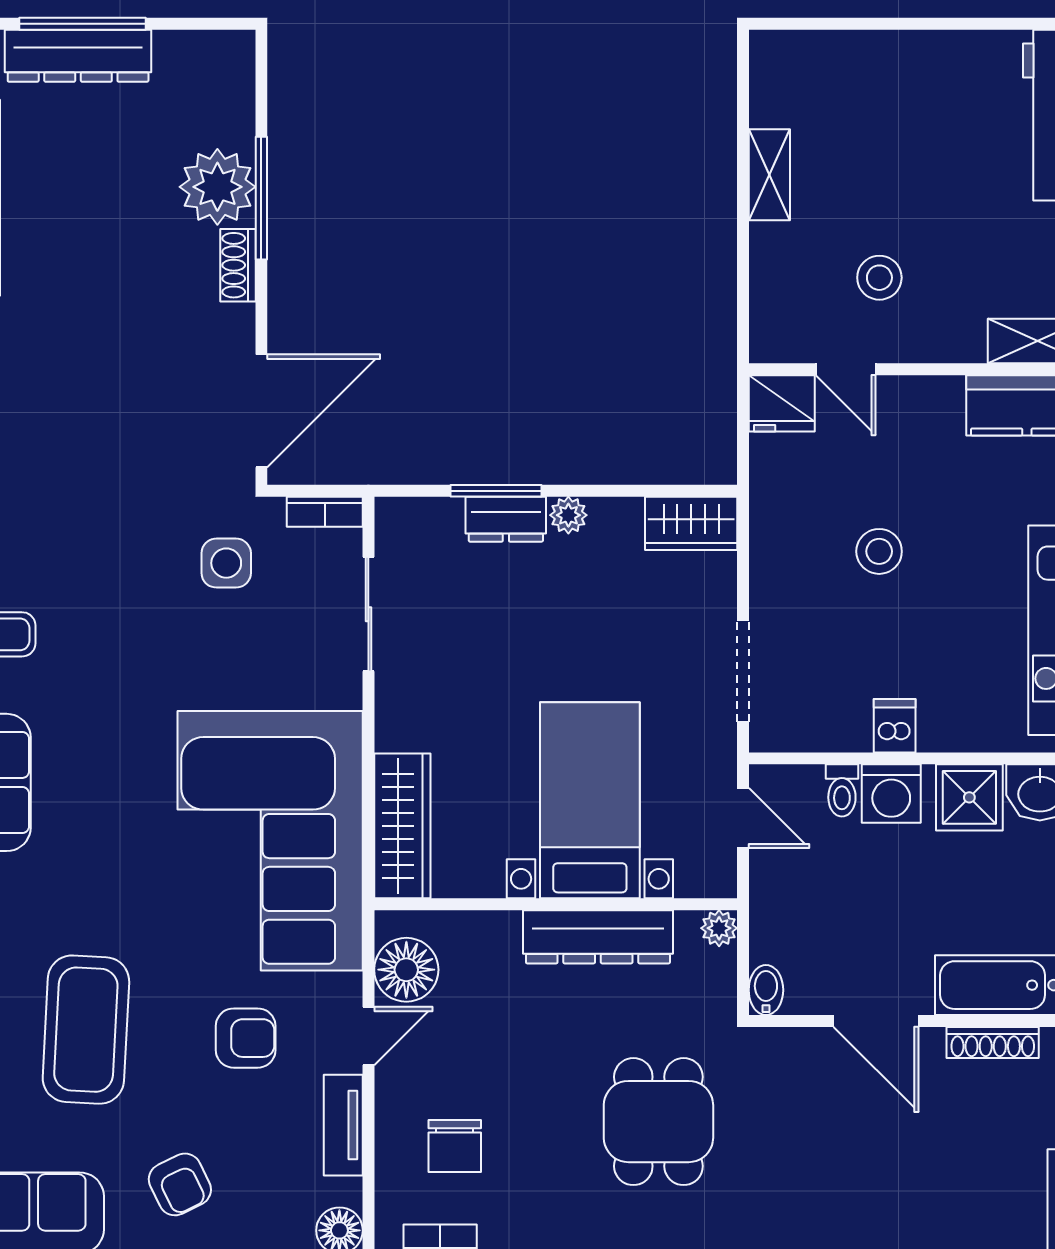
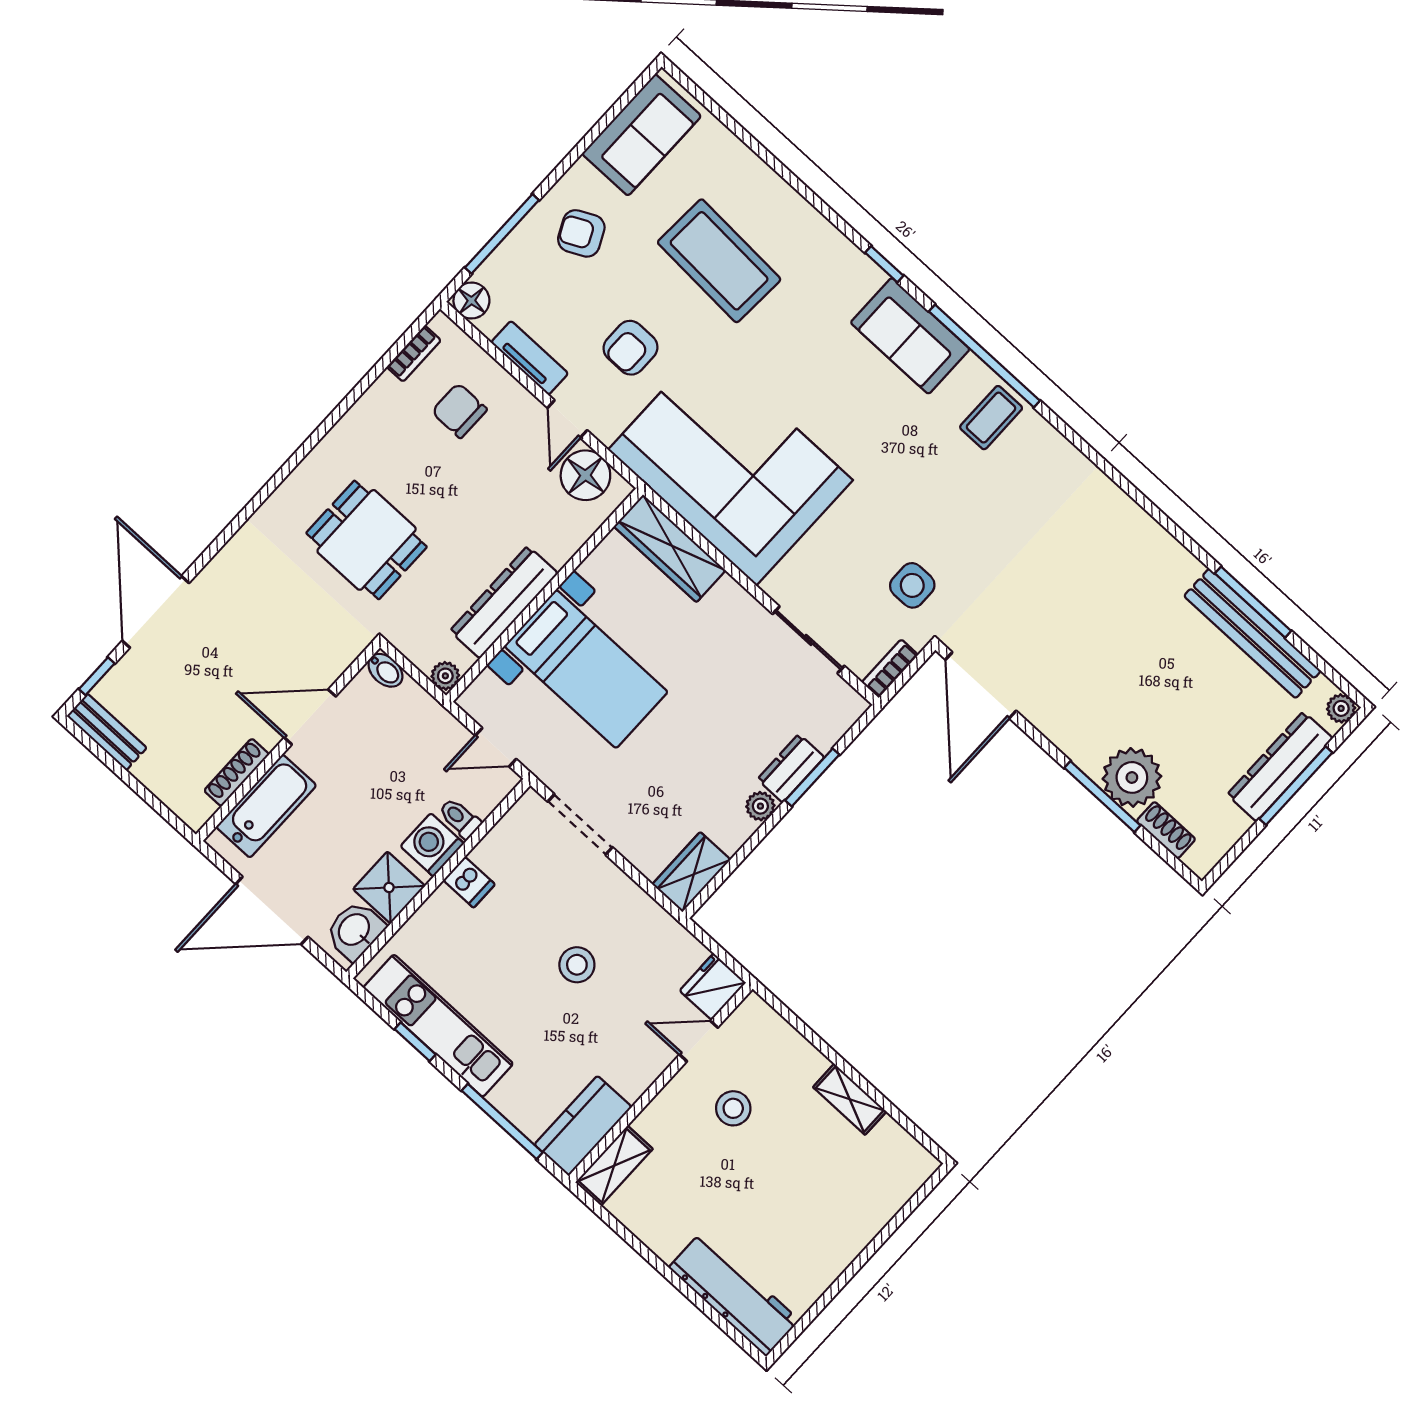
shoe rack: (238, 265) -> (1166, 830), moved

